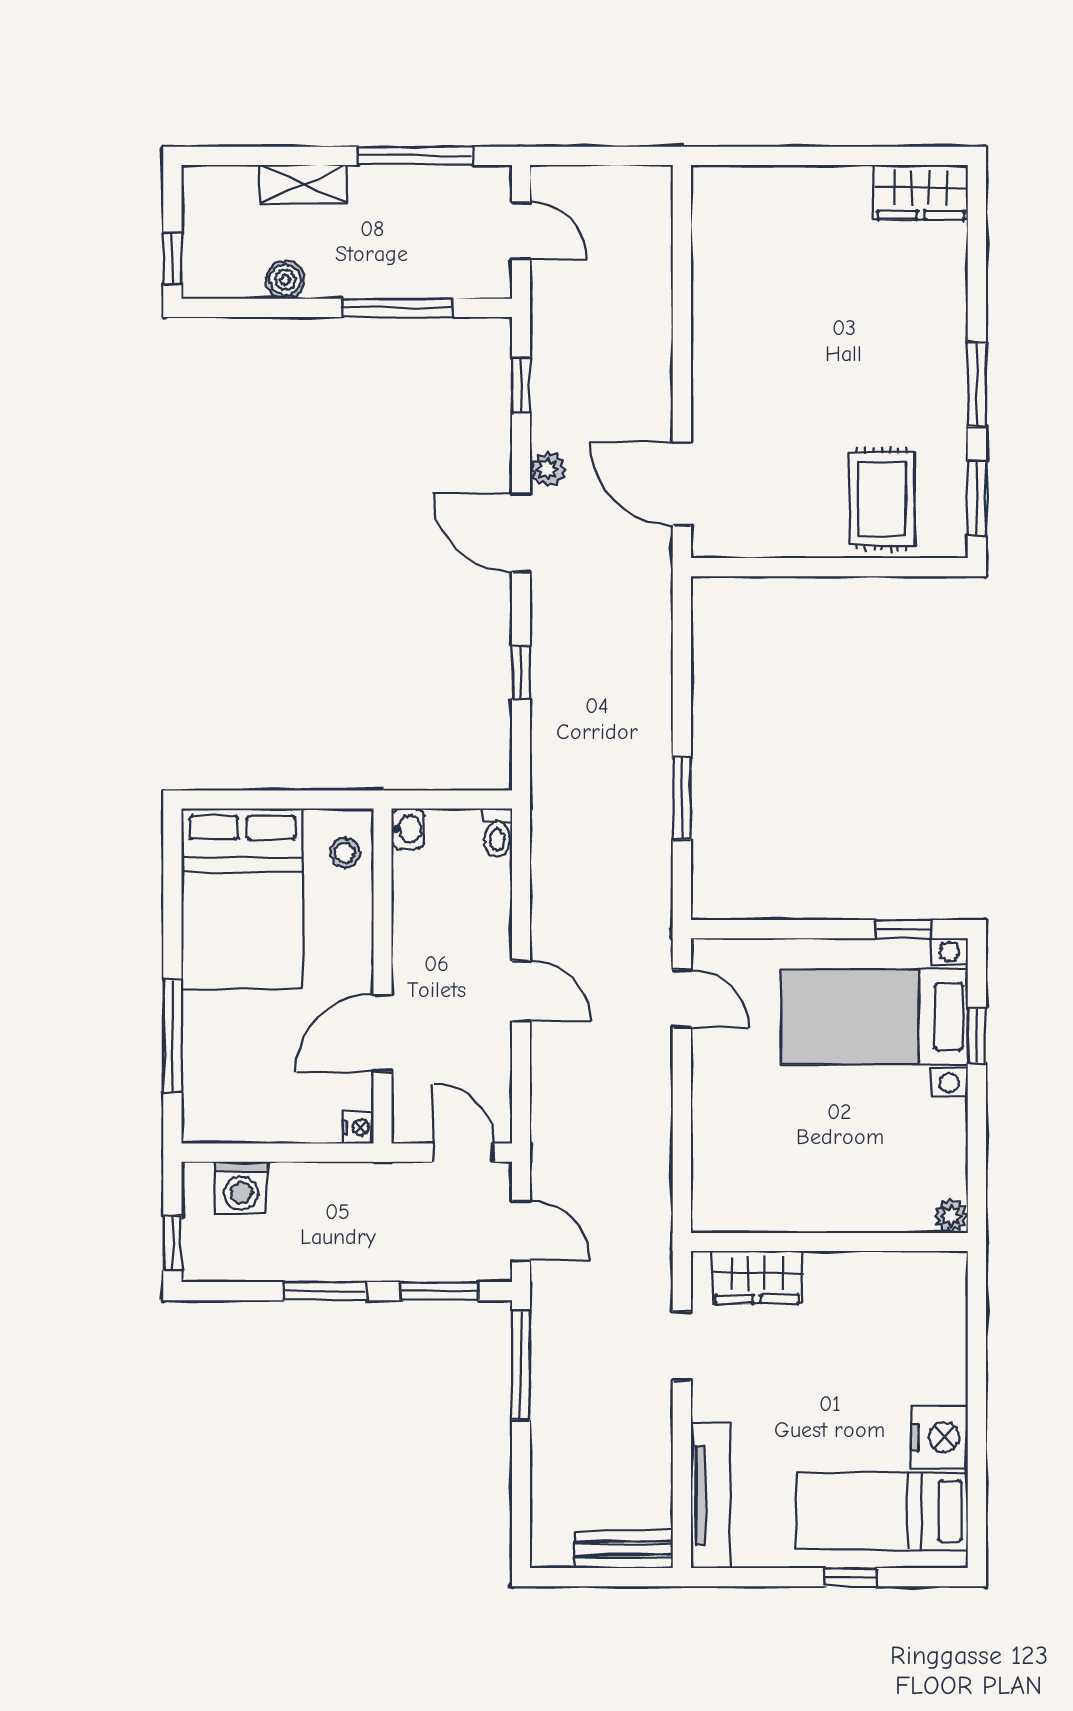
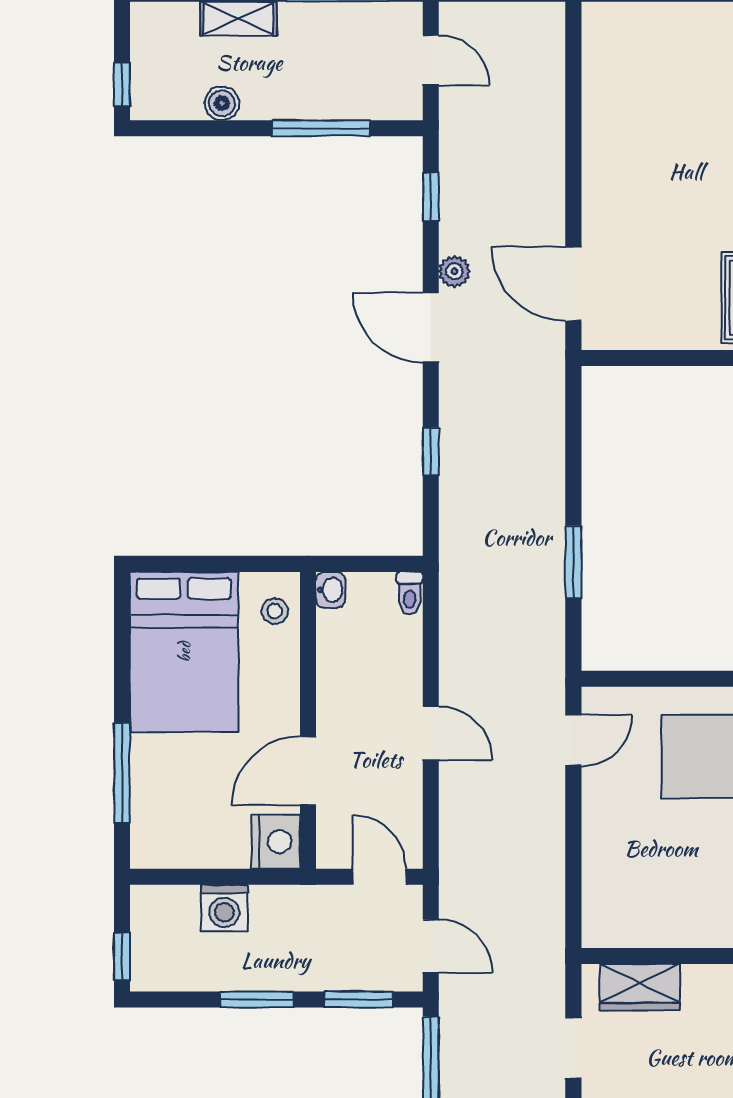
door: (682, 999) -> (573, 740), hinge flipped
nightstand: (358, 1127) -> (276, 842), width x1.89, depth x1.79
washing machine: (241, 1188) -> (224, 908), moved

